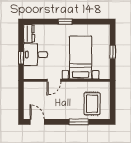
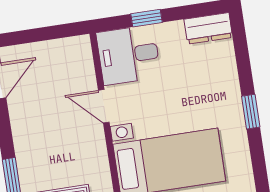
desk: (36, 55) -> (129, 55), moved, turned -90

